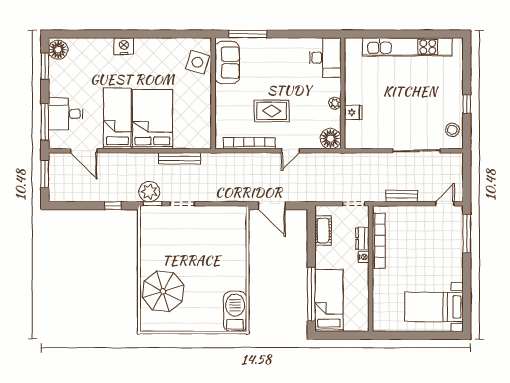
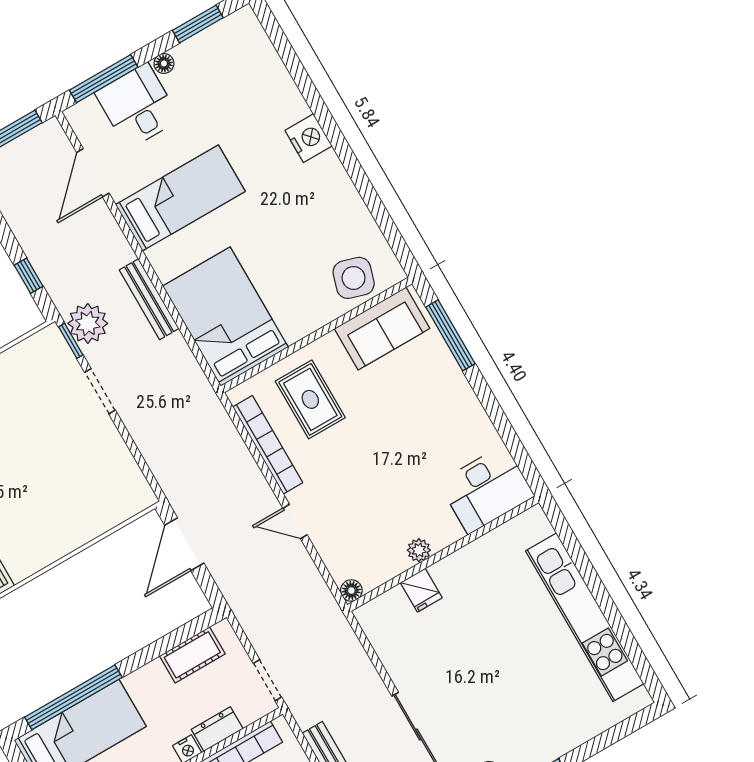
floor lamp: (58, 50) -> (164, 63), moved, width x0.53, depth x0.53
rug: (272, 111) -> (310, 399), moved
bed: (152, 119) -> (225, 317), moved, turned -90
floor lamp: (331, 139) -> (351, 591), width x0.53, depth x0.53
bench: (179, 158) -> (149, 299), moved

